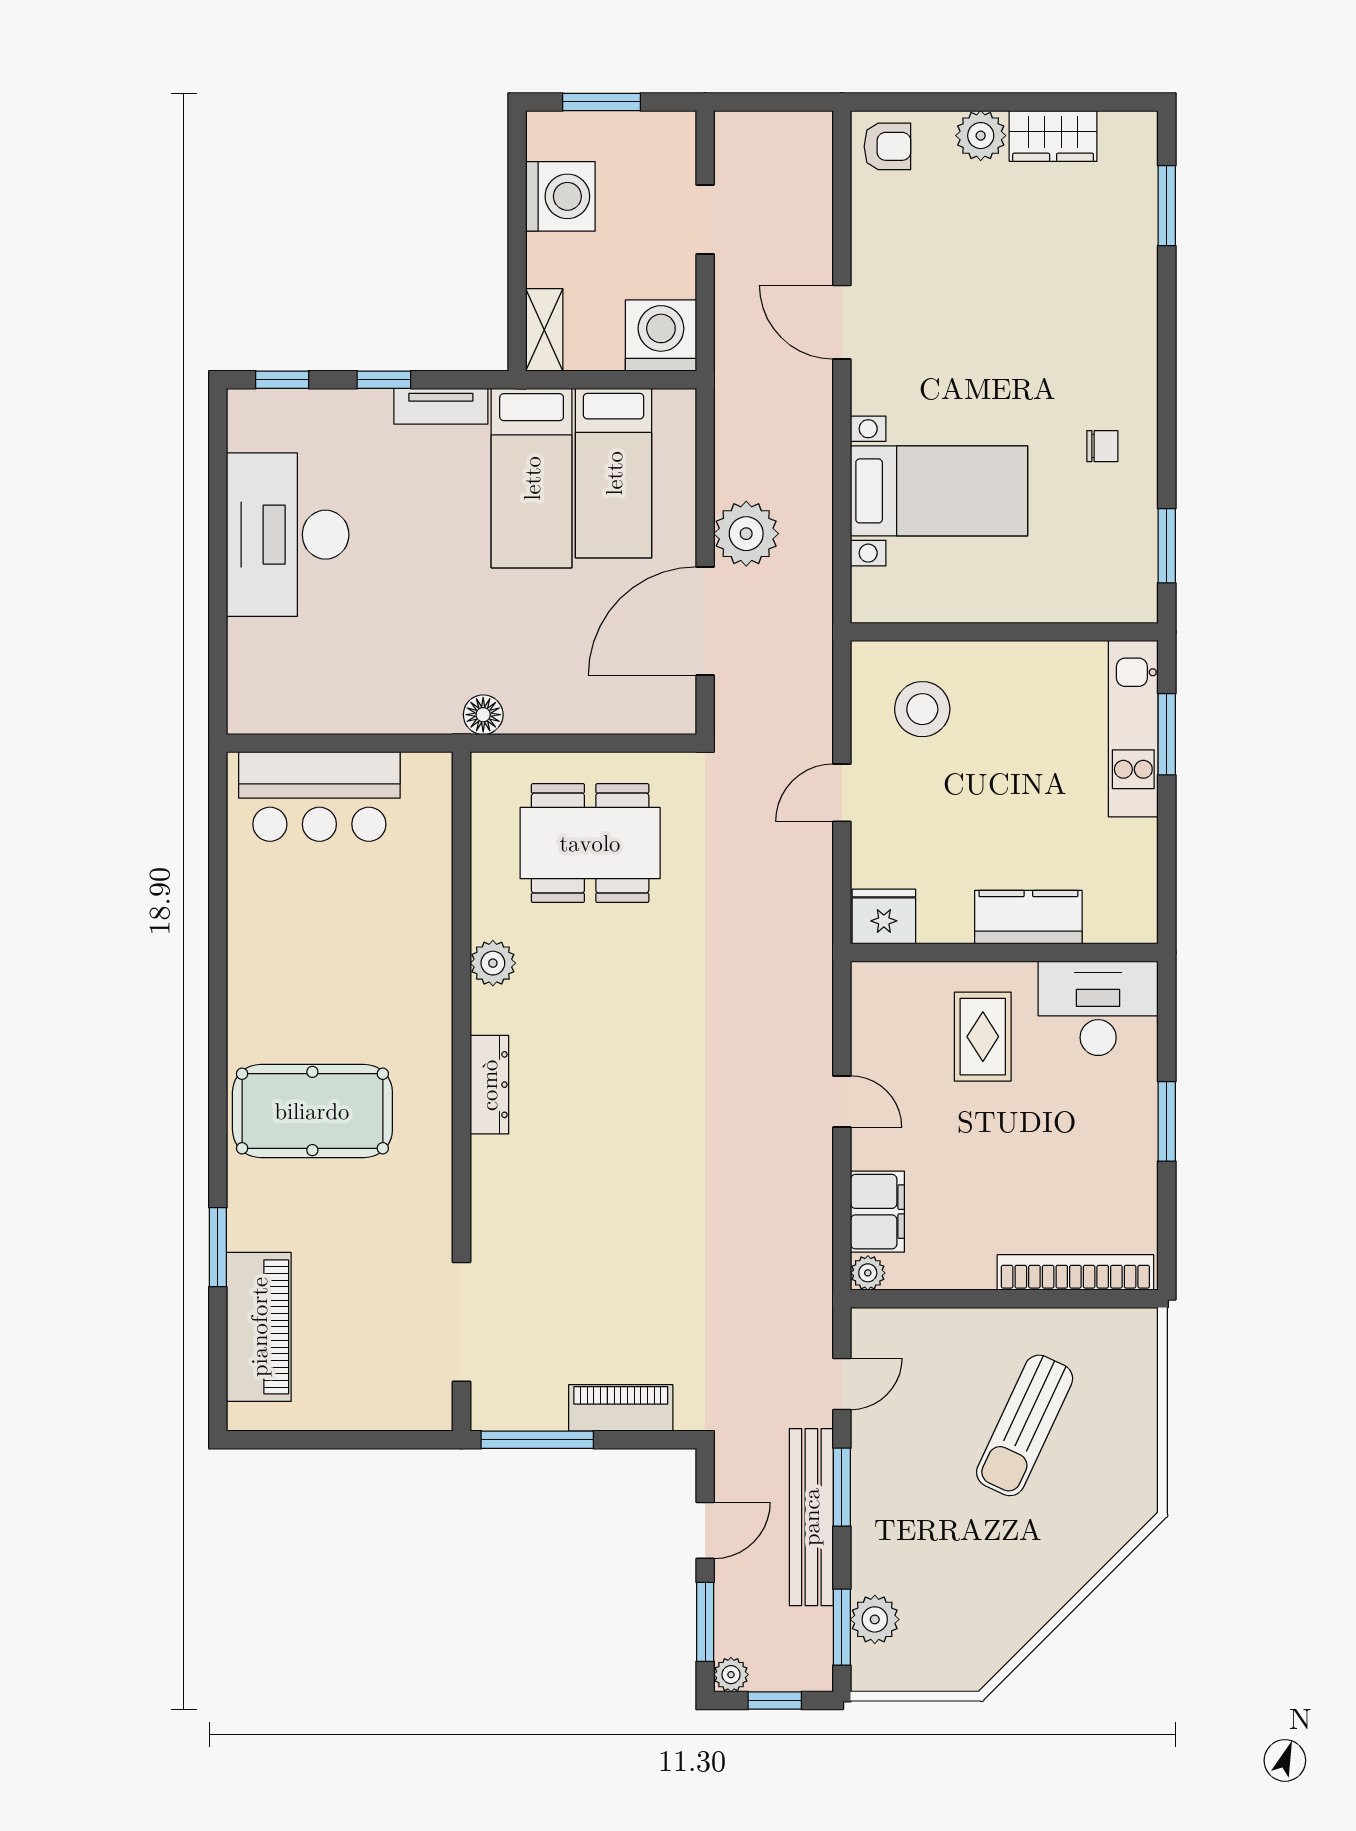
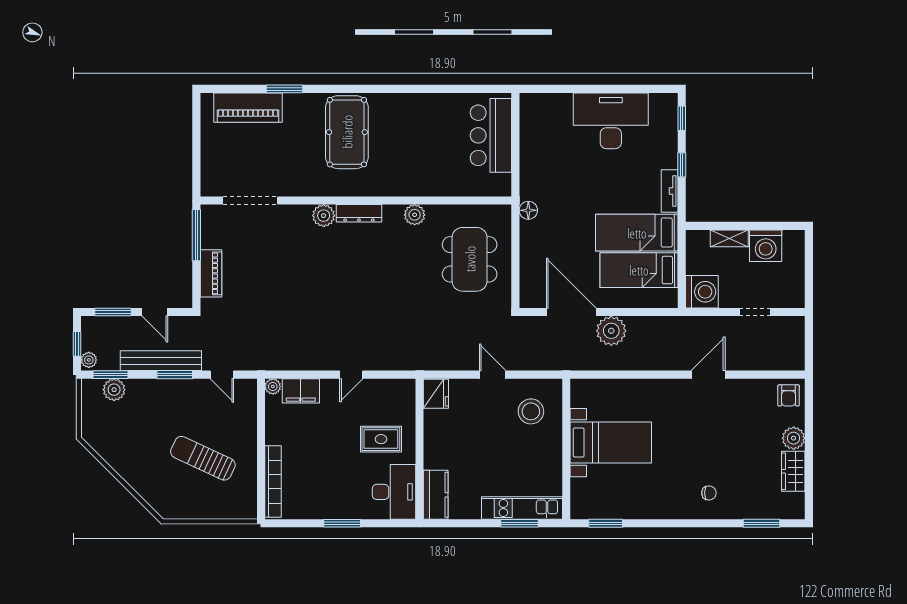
window: (602, 102) -> (809, 265), removed
shelving: (544, 330) -> (729, 238), moved
chair: (1102, 446) -> (709, 493), moved, turned -90
bed with nightstands: (939, 491) -> (611, 443), moved, turned -90
kitchen counter: (1028, 917) -> (436, 495), moved
plant: (495, 1162) -> (324, 216), added
plant: (731, 1675) -> (89, 360), moved

